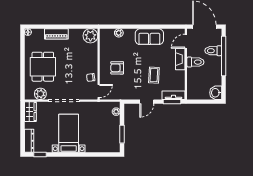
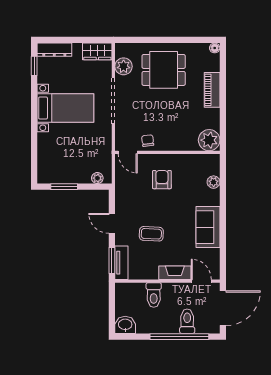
toilet: (195, 62) -> (154, 295), moved

